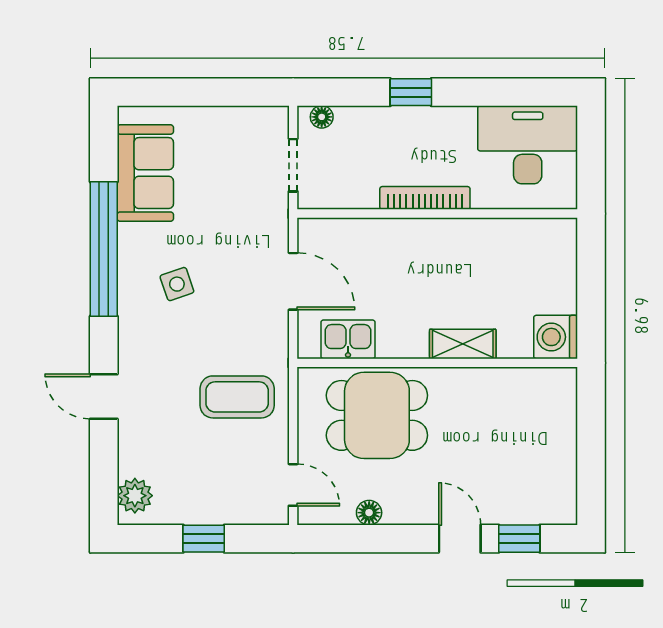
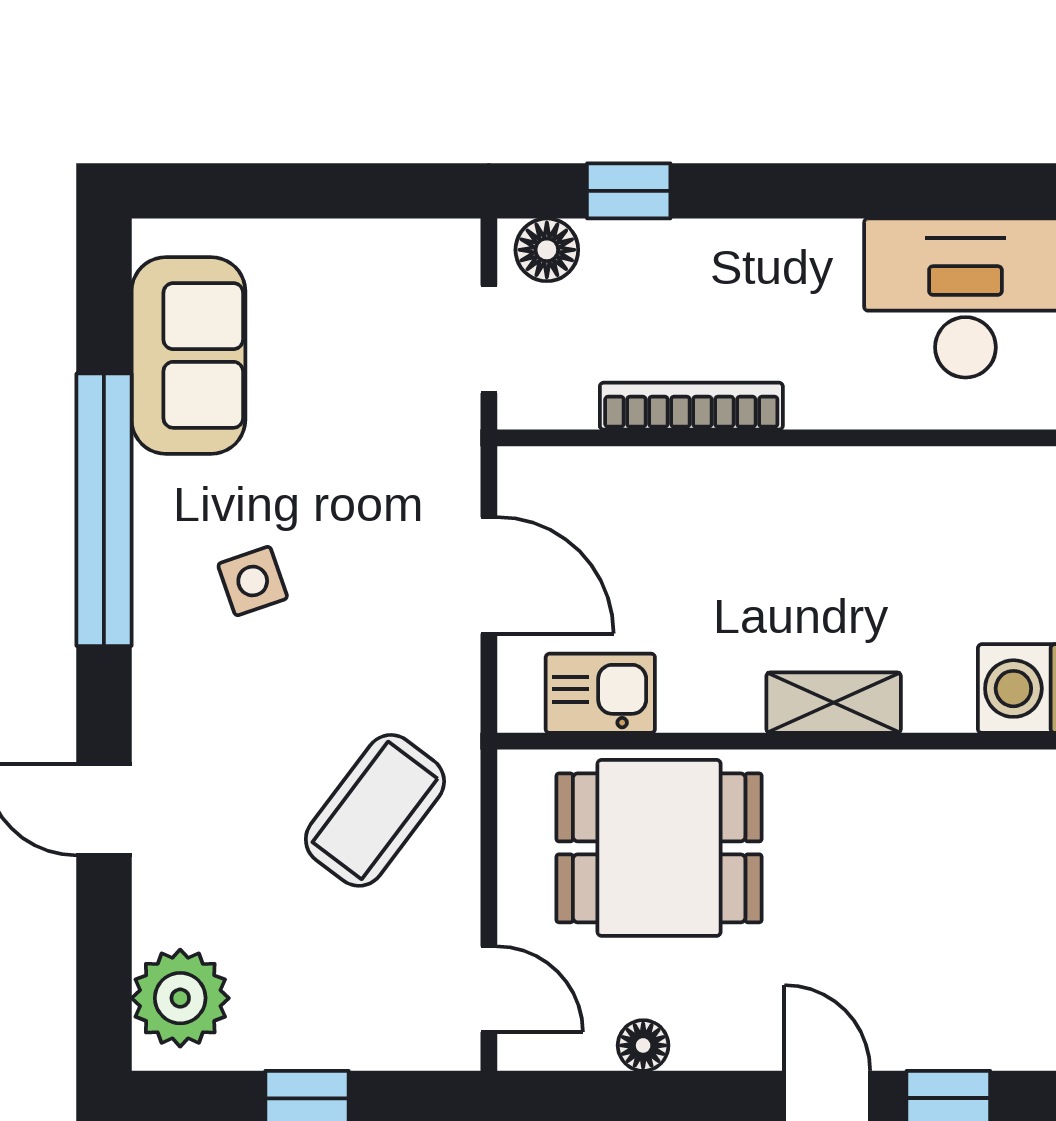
window: (411, 92) -> (629, 191), moved
floor lamp: (322, 117) -> (547, 250), width x1.37, depth x1.37
bookcase: (425, 198) -> (691, 406), moved
coffee table: (237, 397) -> (375, 810), turned -53
plant: (135, 496) -> (180, 998), width x1.36, depth x1.36

